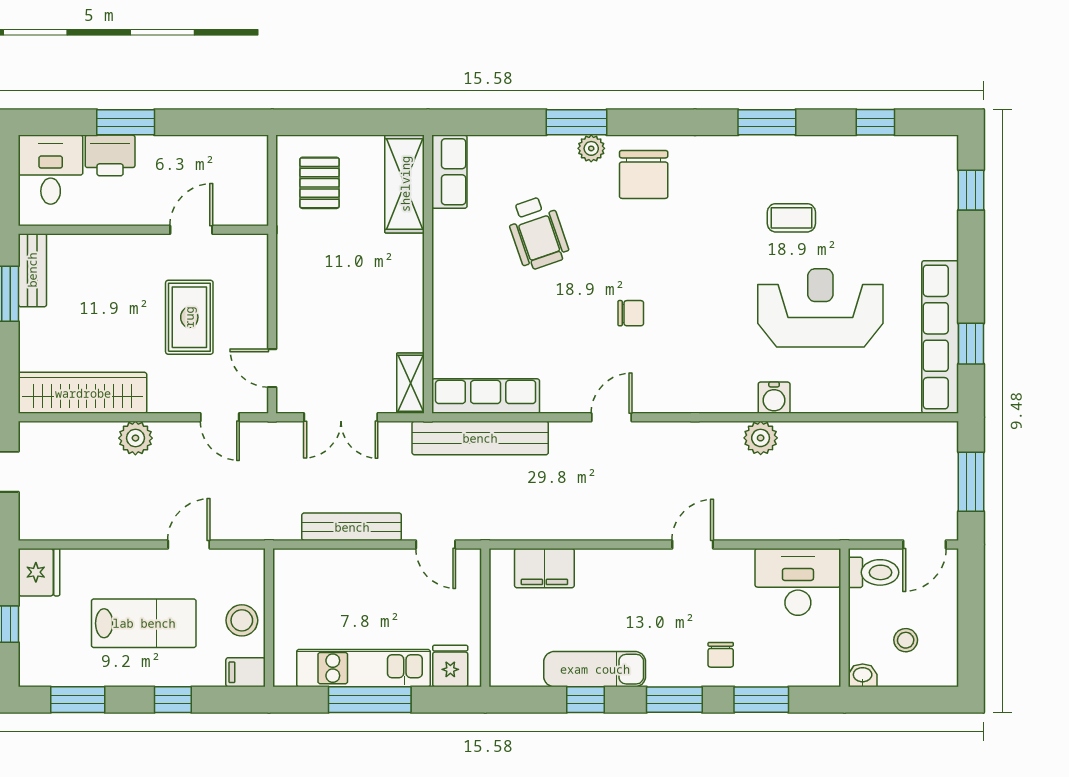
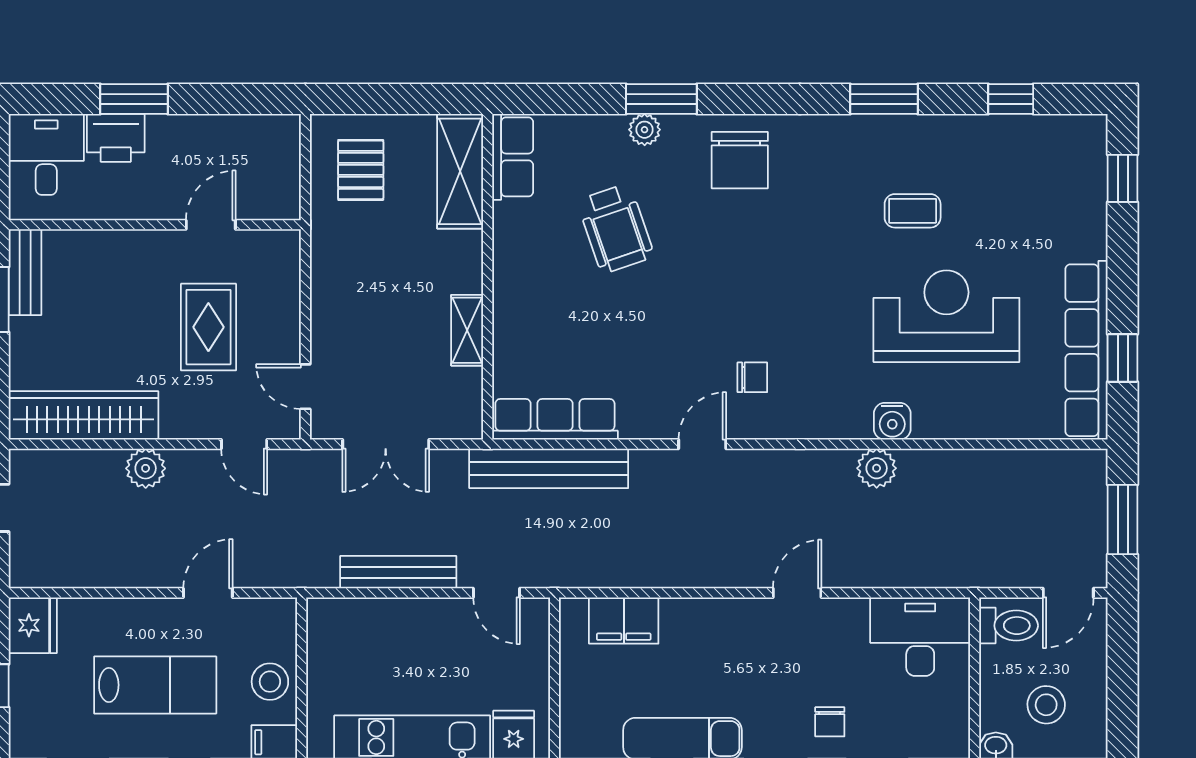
plant: (591, 148) -> (645, 130), moved
chair: (631, 313) -> (752, 377), moved
shelving: (411, 383) -> (467, 330), moved
stool: (906, 640) -> (1046, 705), width x1.37, depth x1.37

